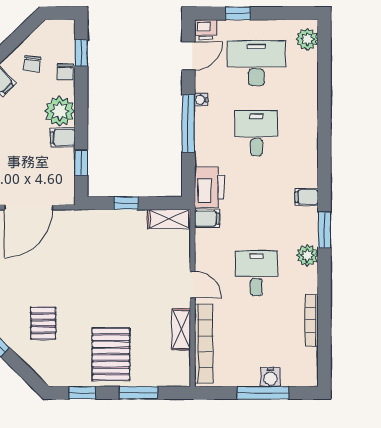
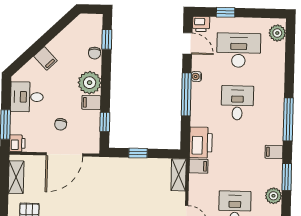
door: (188, 56) -> (188, 43), hinge flipped
chair: (32, 64) -> (61, 124), moved
window: (324, 153) -> (288, 119), added
shelving: (169, 219) -> (179, 175), moved, turned 90

